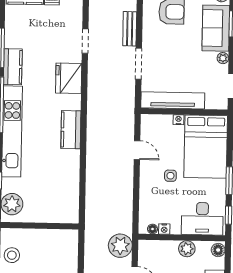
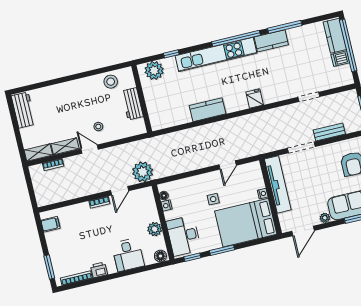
fridge: (69, 78) -> (255, 98), moved, width x0.53, depth x0.75
kitchen counter: (71, 130) -> (207, 110), moved
workbench: (42, 238) -> (132, 104), added

